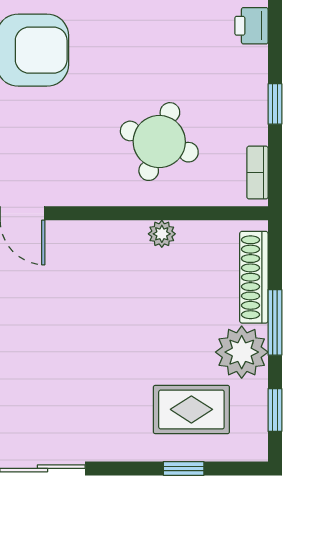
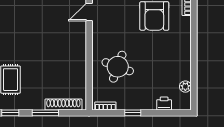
plant: (162, 234) -> (81, 68), removed
plant: (242, 352) -> (33, 100), removed

